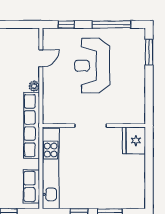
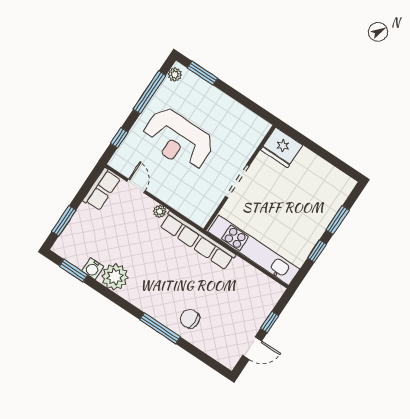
plant: (135, 34) -> (175, 75), added
row of seats: (31, 186) -> (102, 189), moved, turned -90

